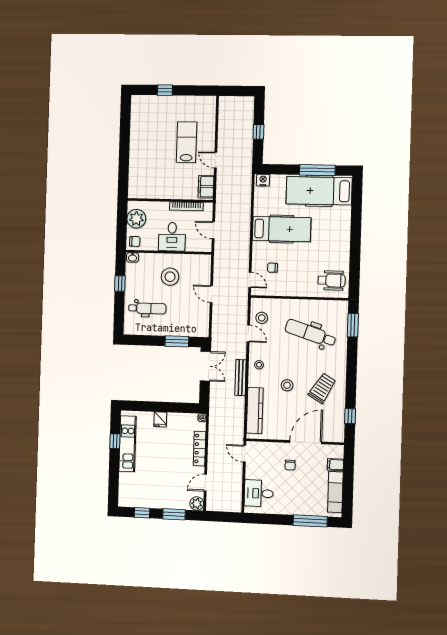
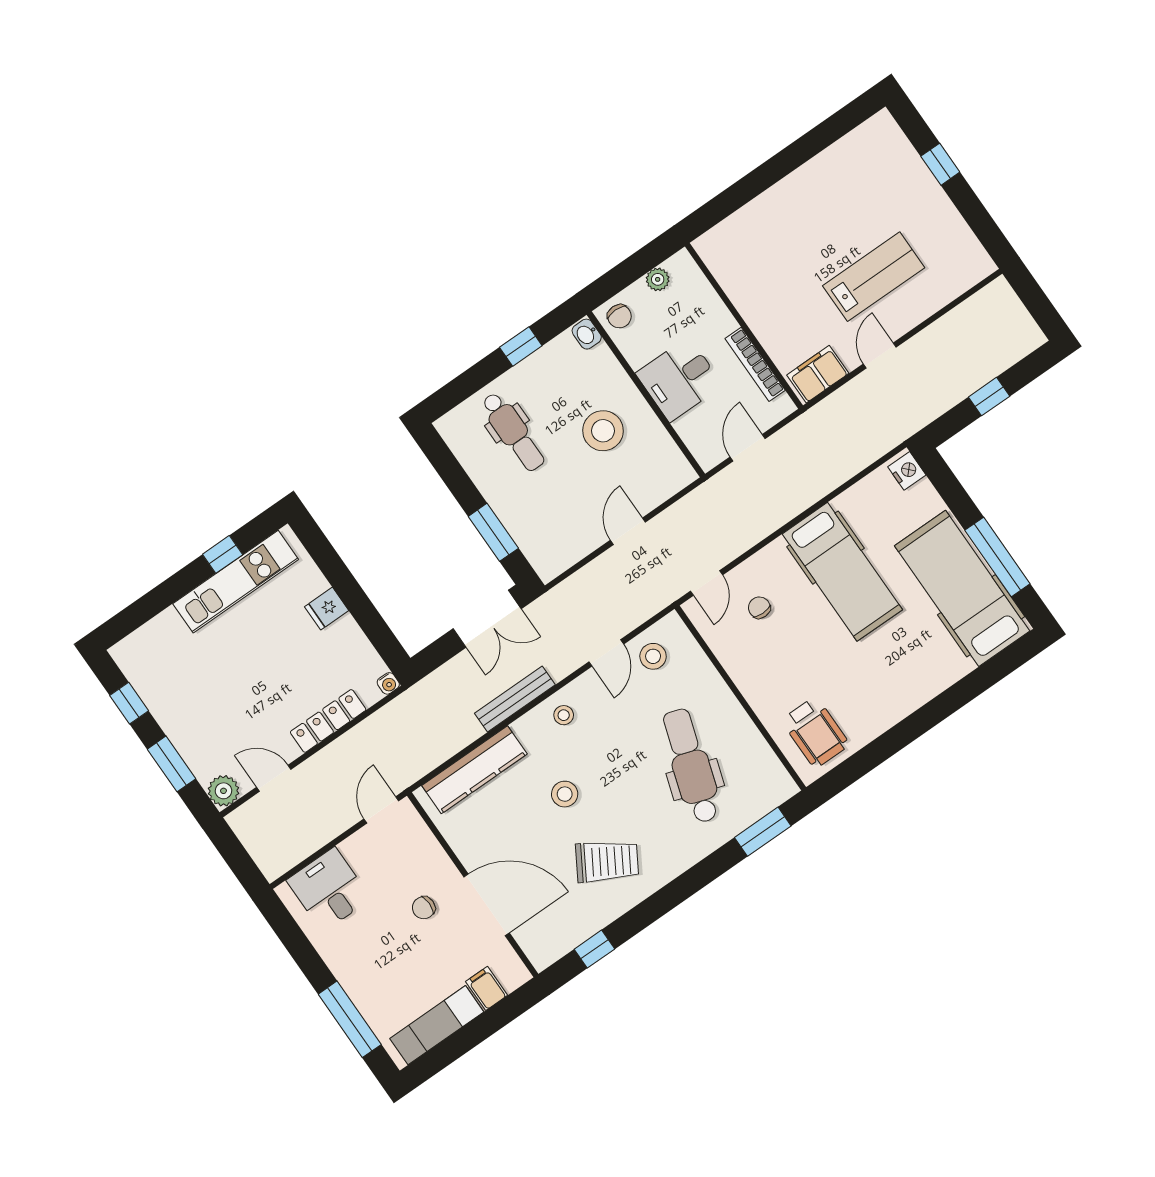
plant: (136, 219) -> (658, 279), width x0.53, depth x0.53

